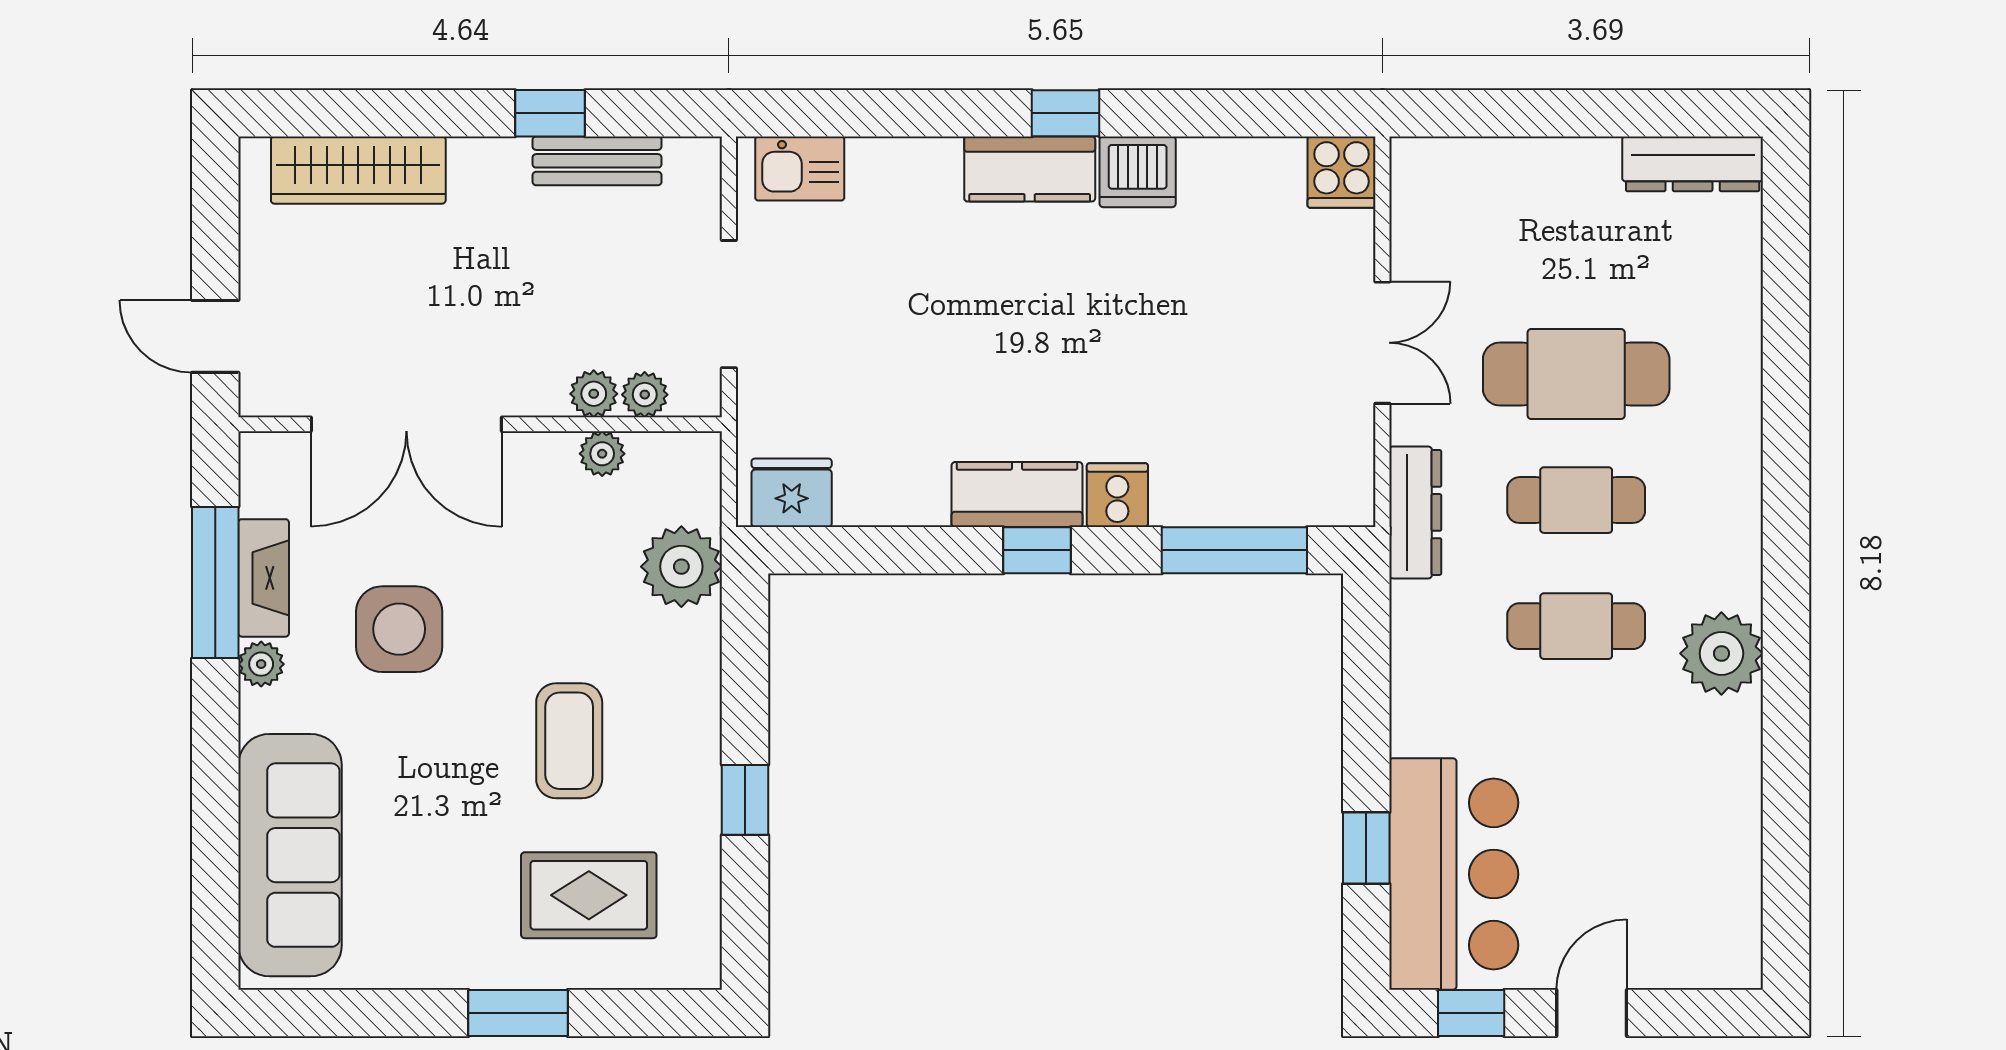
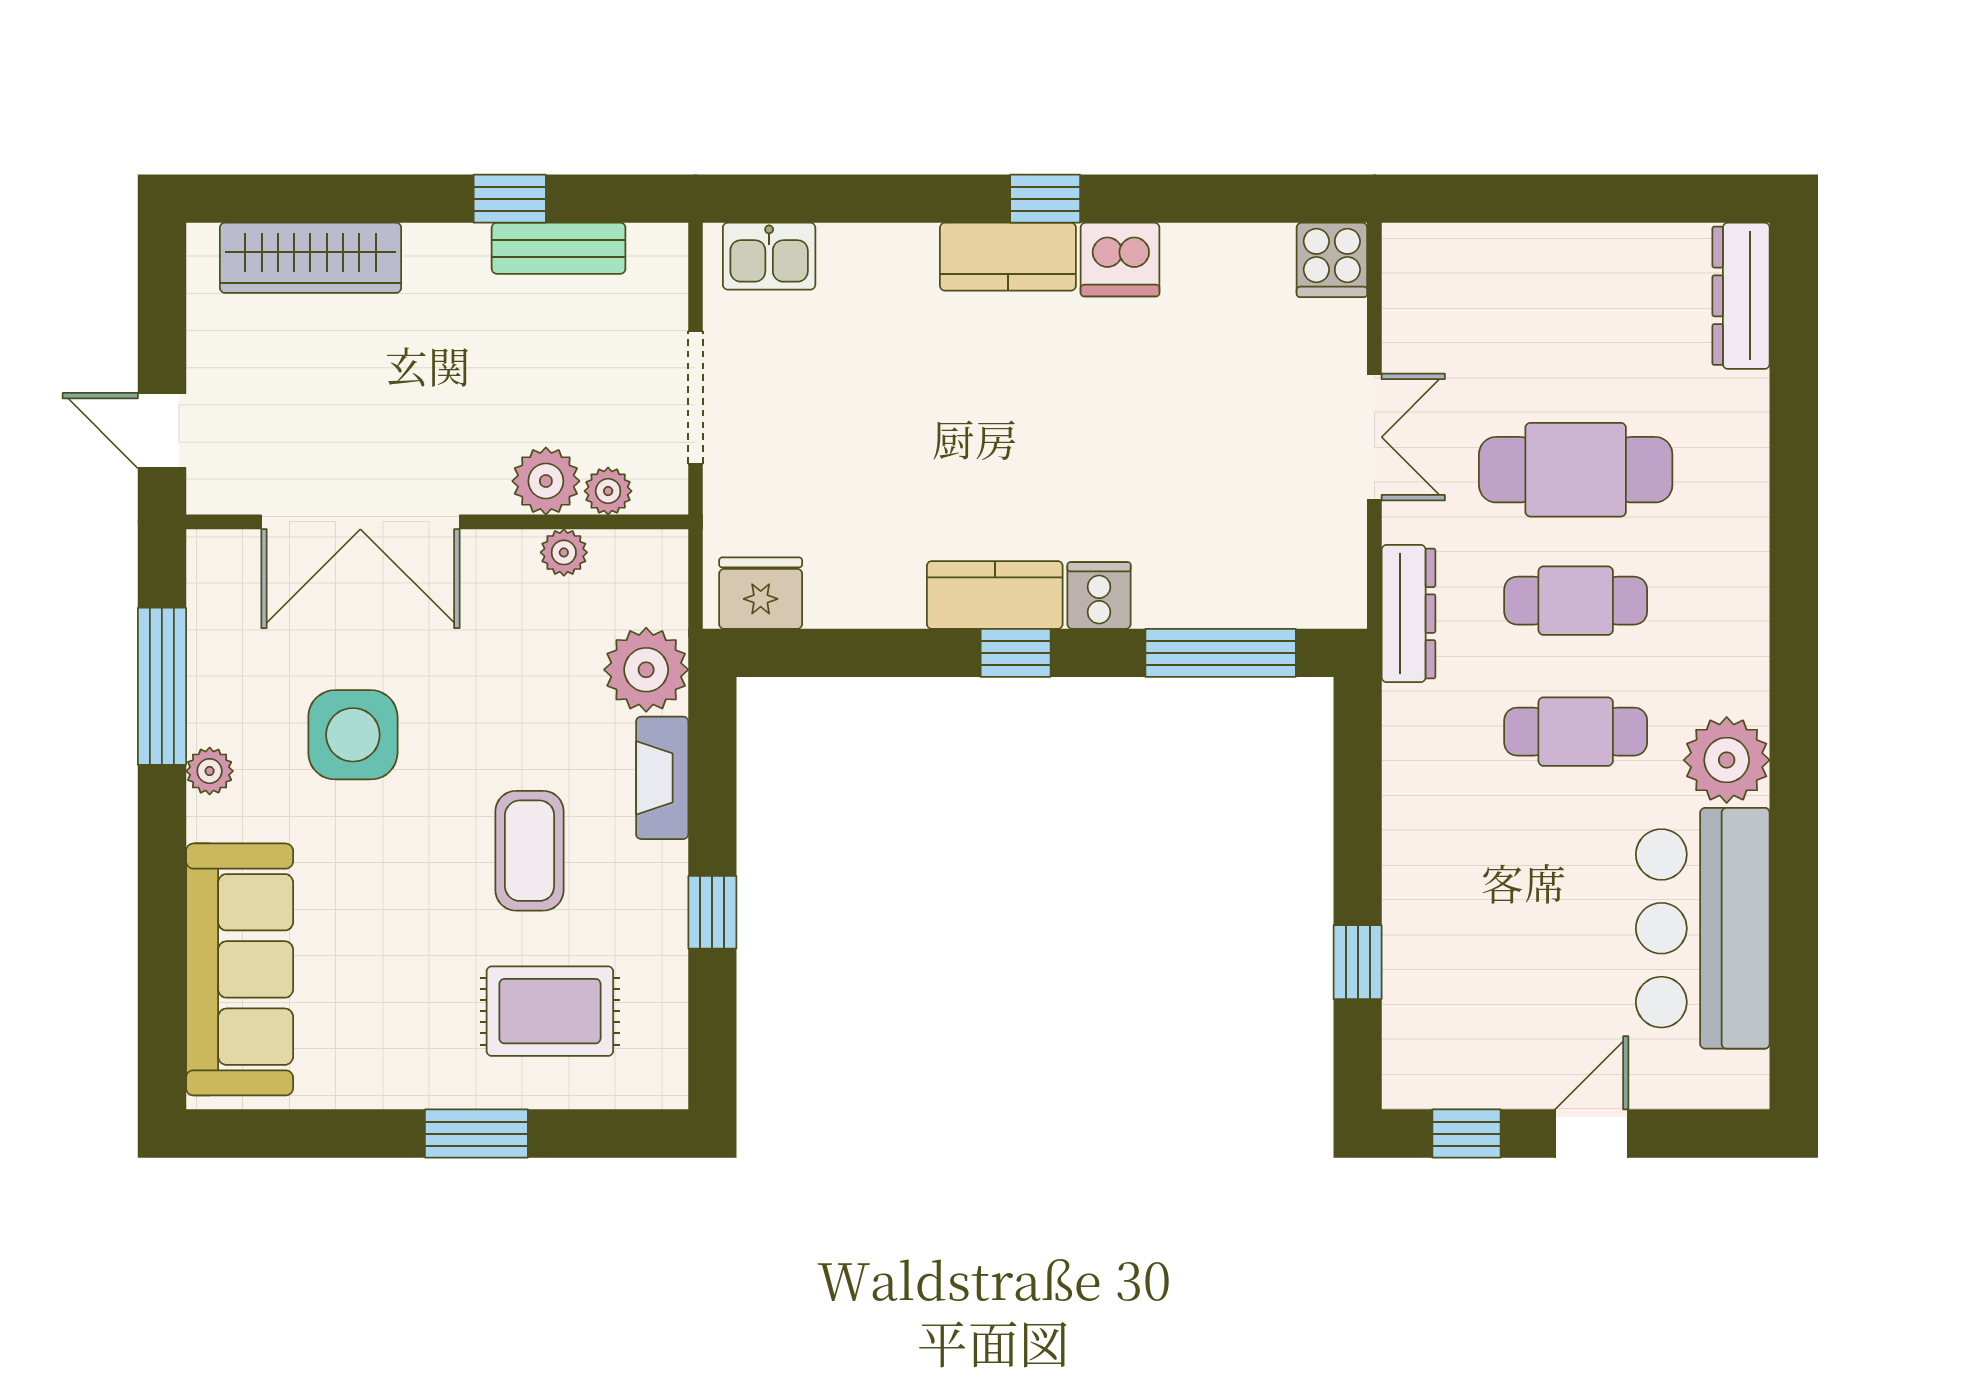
dresser: (1693, 164) -> (1741, 296), moved, turned 90
plant: (594, 394) -> (546, 481), width x1.38, depth x1.38
fireplace: (264, 578) -> (662, 778), moved, turned 180
bar counter: (1454, 874) -> (1703, 928), moved, turned 180

